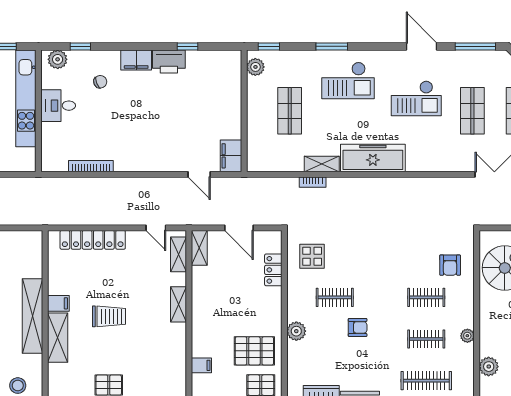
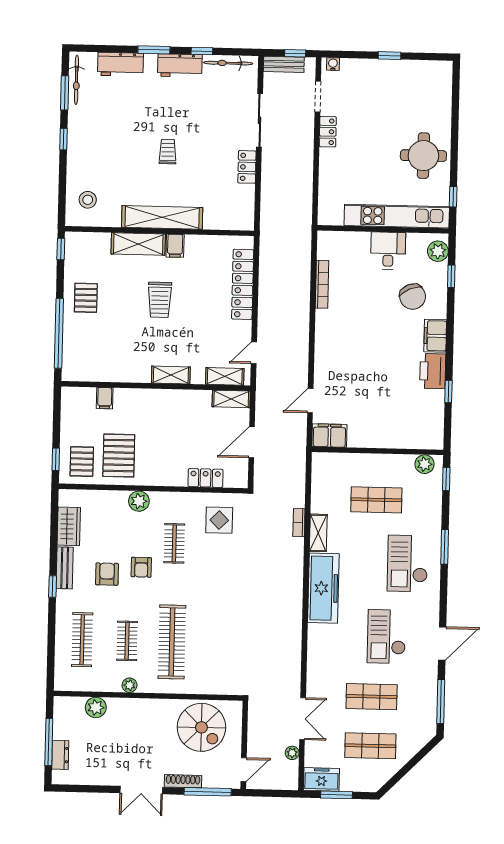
chair: (100, 82) -> (413, 297), width x1.87, depth x1.87
armchair: (450, 265) -> (107, 574), moved, turned 90
clothes rail: (426, 297) -> (172, 642), width x1.86, depth x1.31

